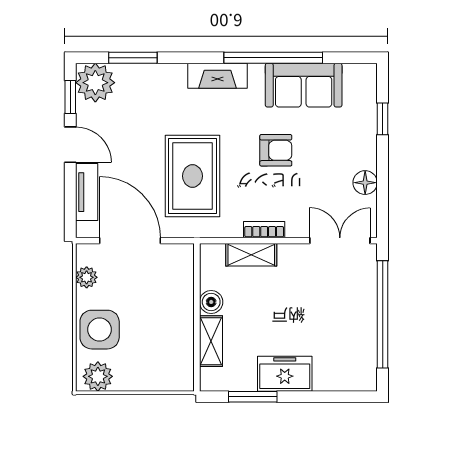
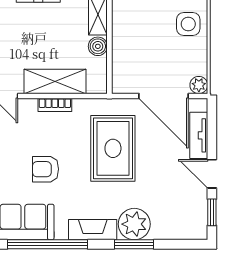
window: (133, 58) -> (134, 244), moved
plant: (95, 83) -> (134, 224), moved
shelving: (251, 255) -> (55, 81), width x1.50, depth x1.33
plant: (87, 277) -> (199, 85), moved
side table: (100, 330) -> (188, 24), width x0.73, depth x0.73

